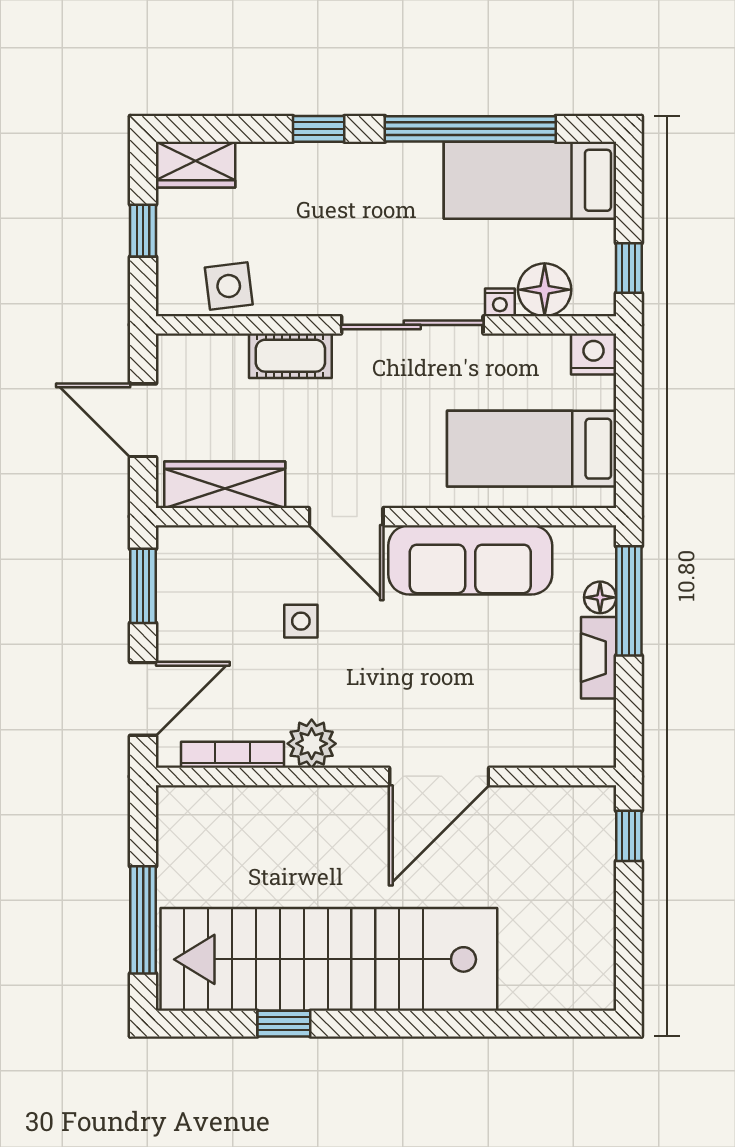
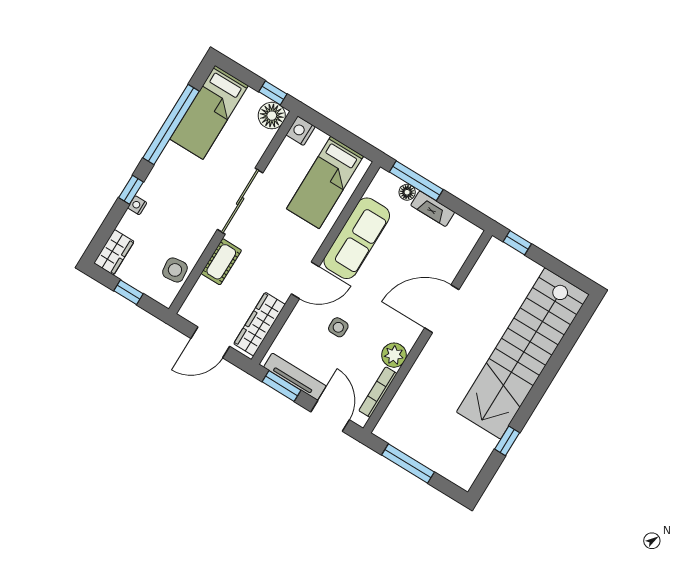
floor lamp: (545, 290) -> (272, 116), moved
nightstand: (500, 302) -> (137, 205), moved, turned 180
tv unit: (173, 599) -> (295, 377), added
door: (439, 776) -> (442, 309), swing flipped
window: (143, 920) -> (408, 464), moved
stairs: (329, 959) -> (523, 353), moved

